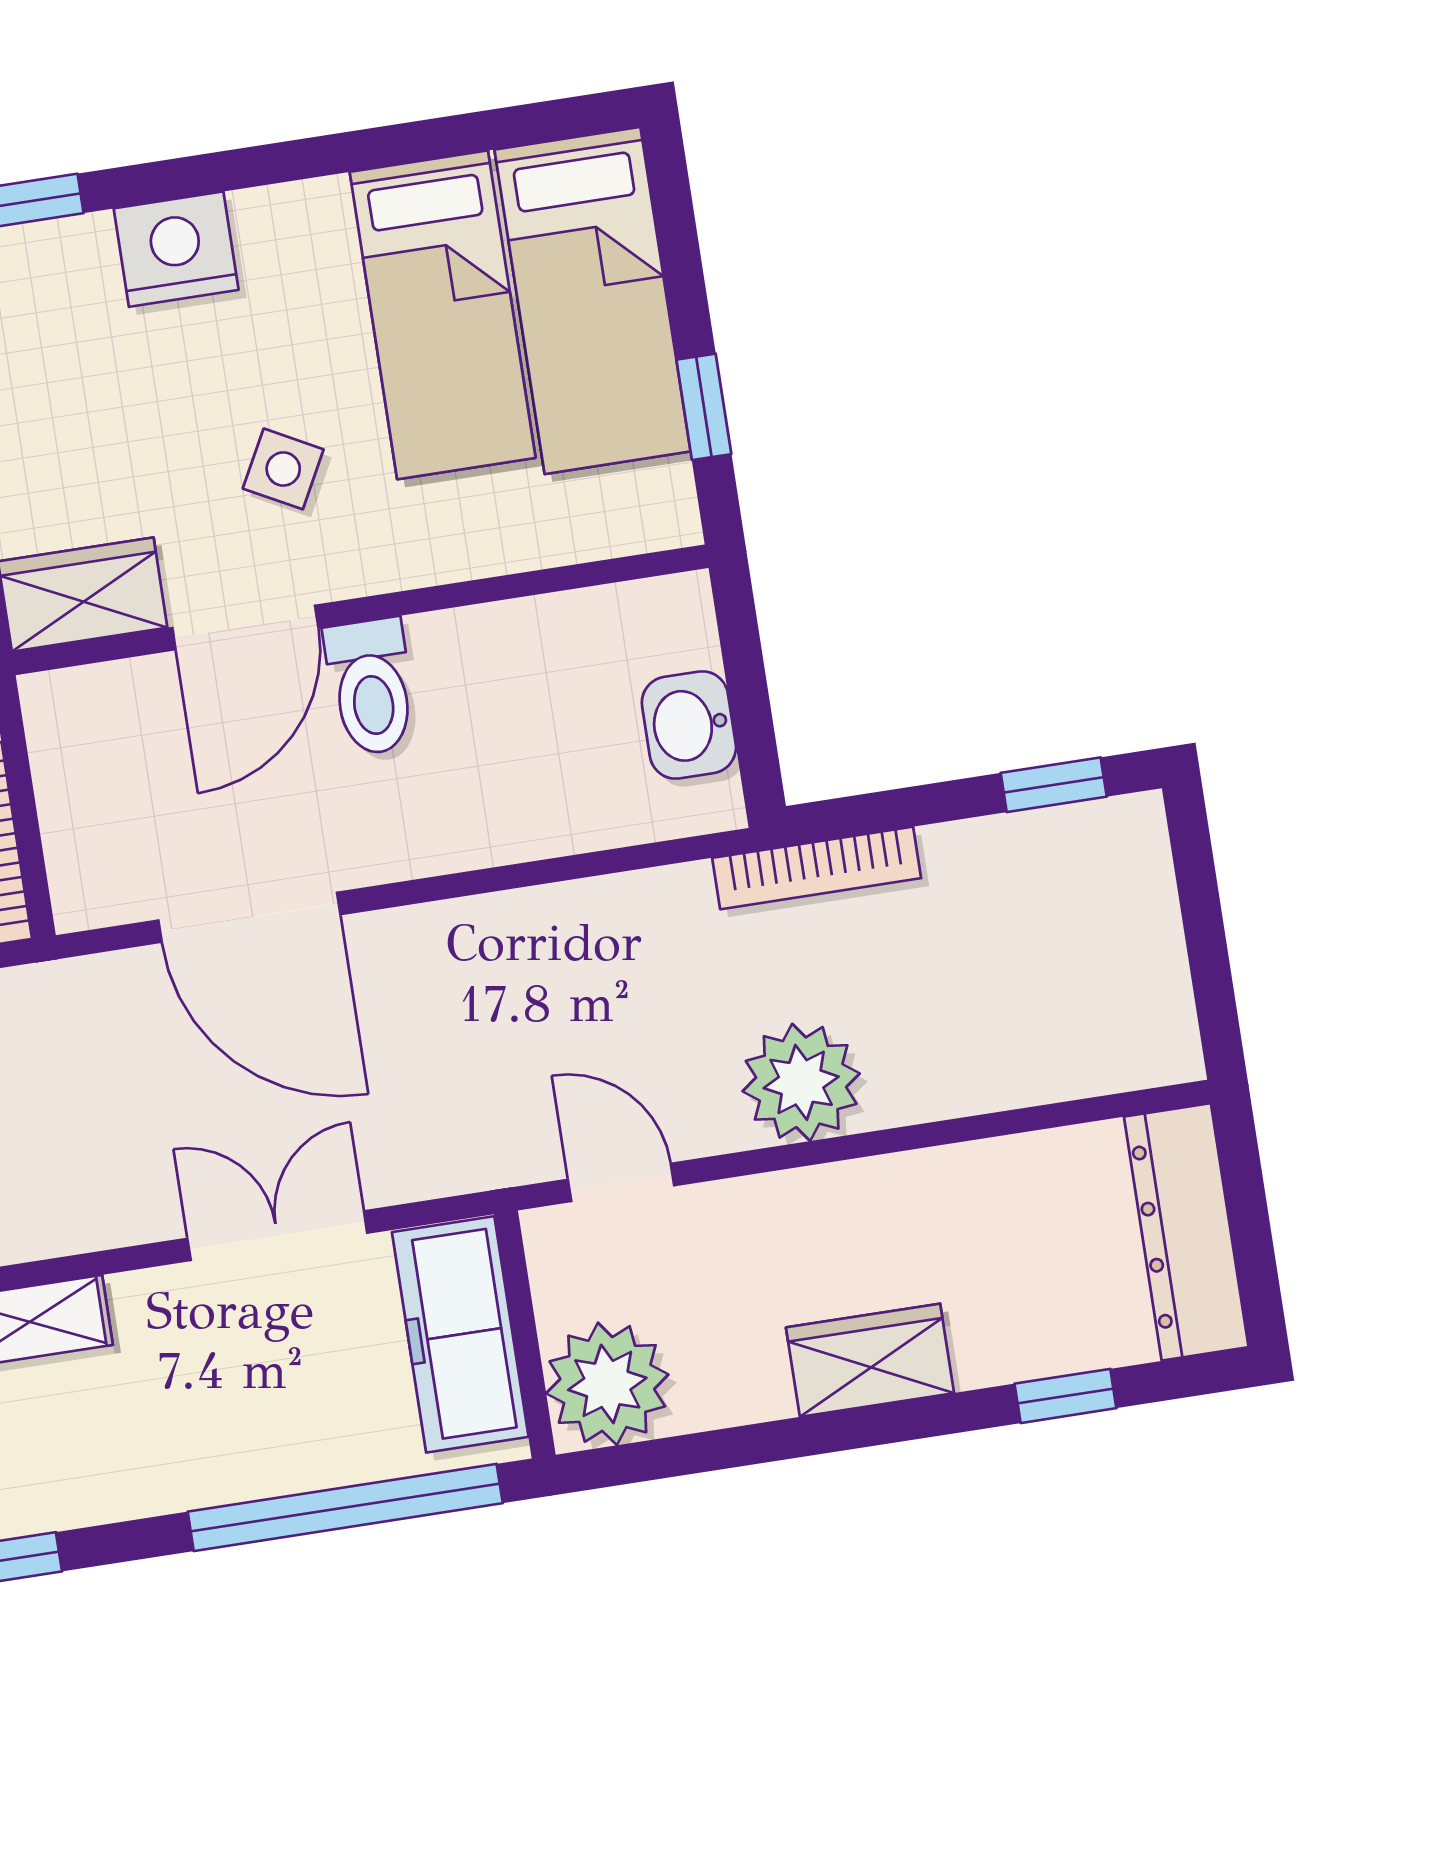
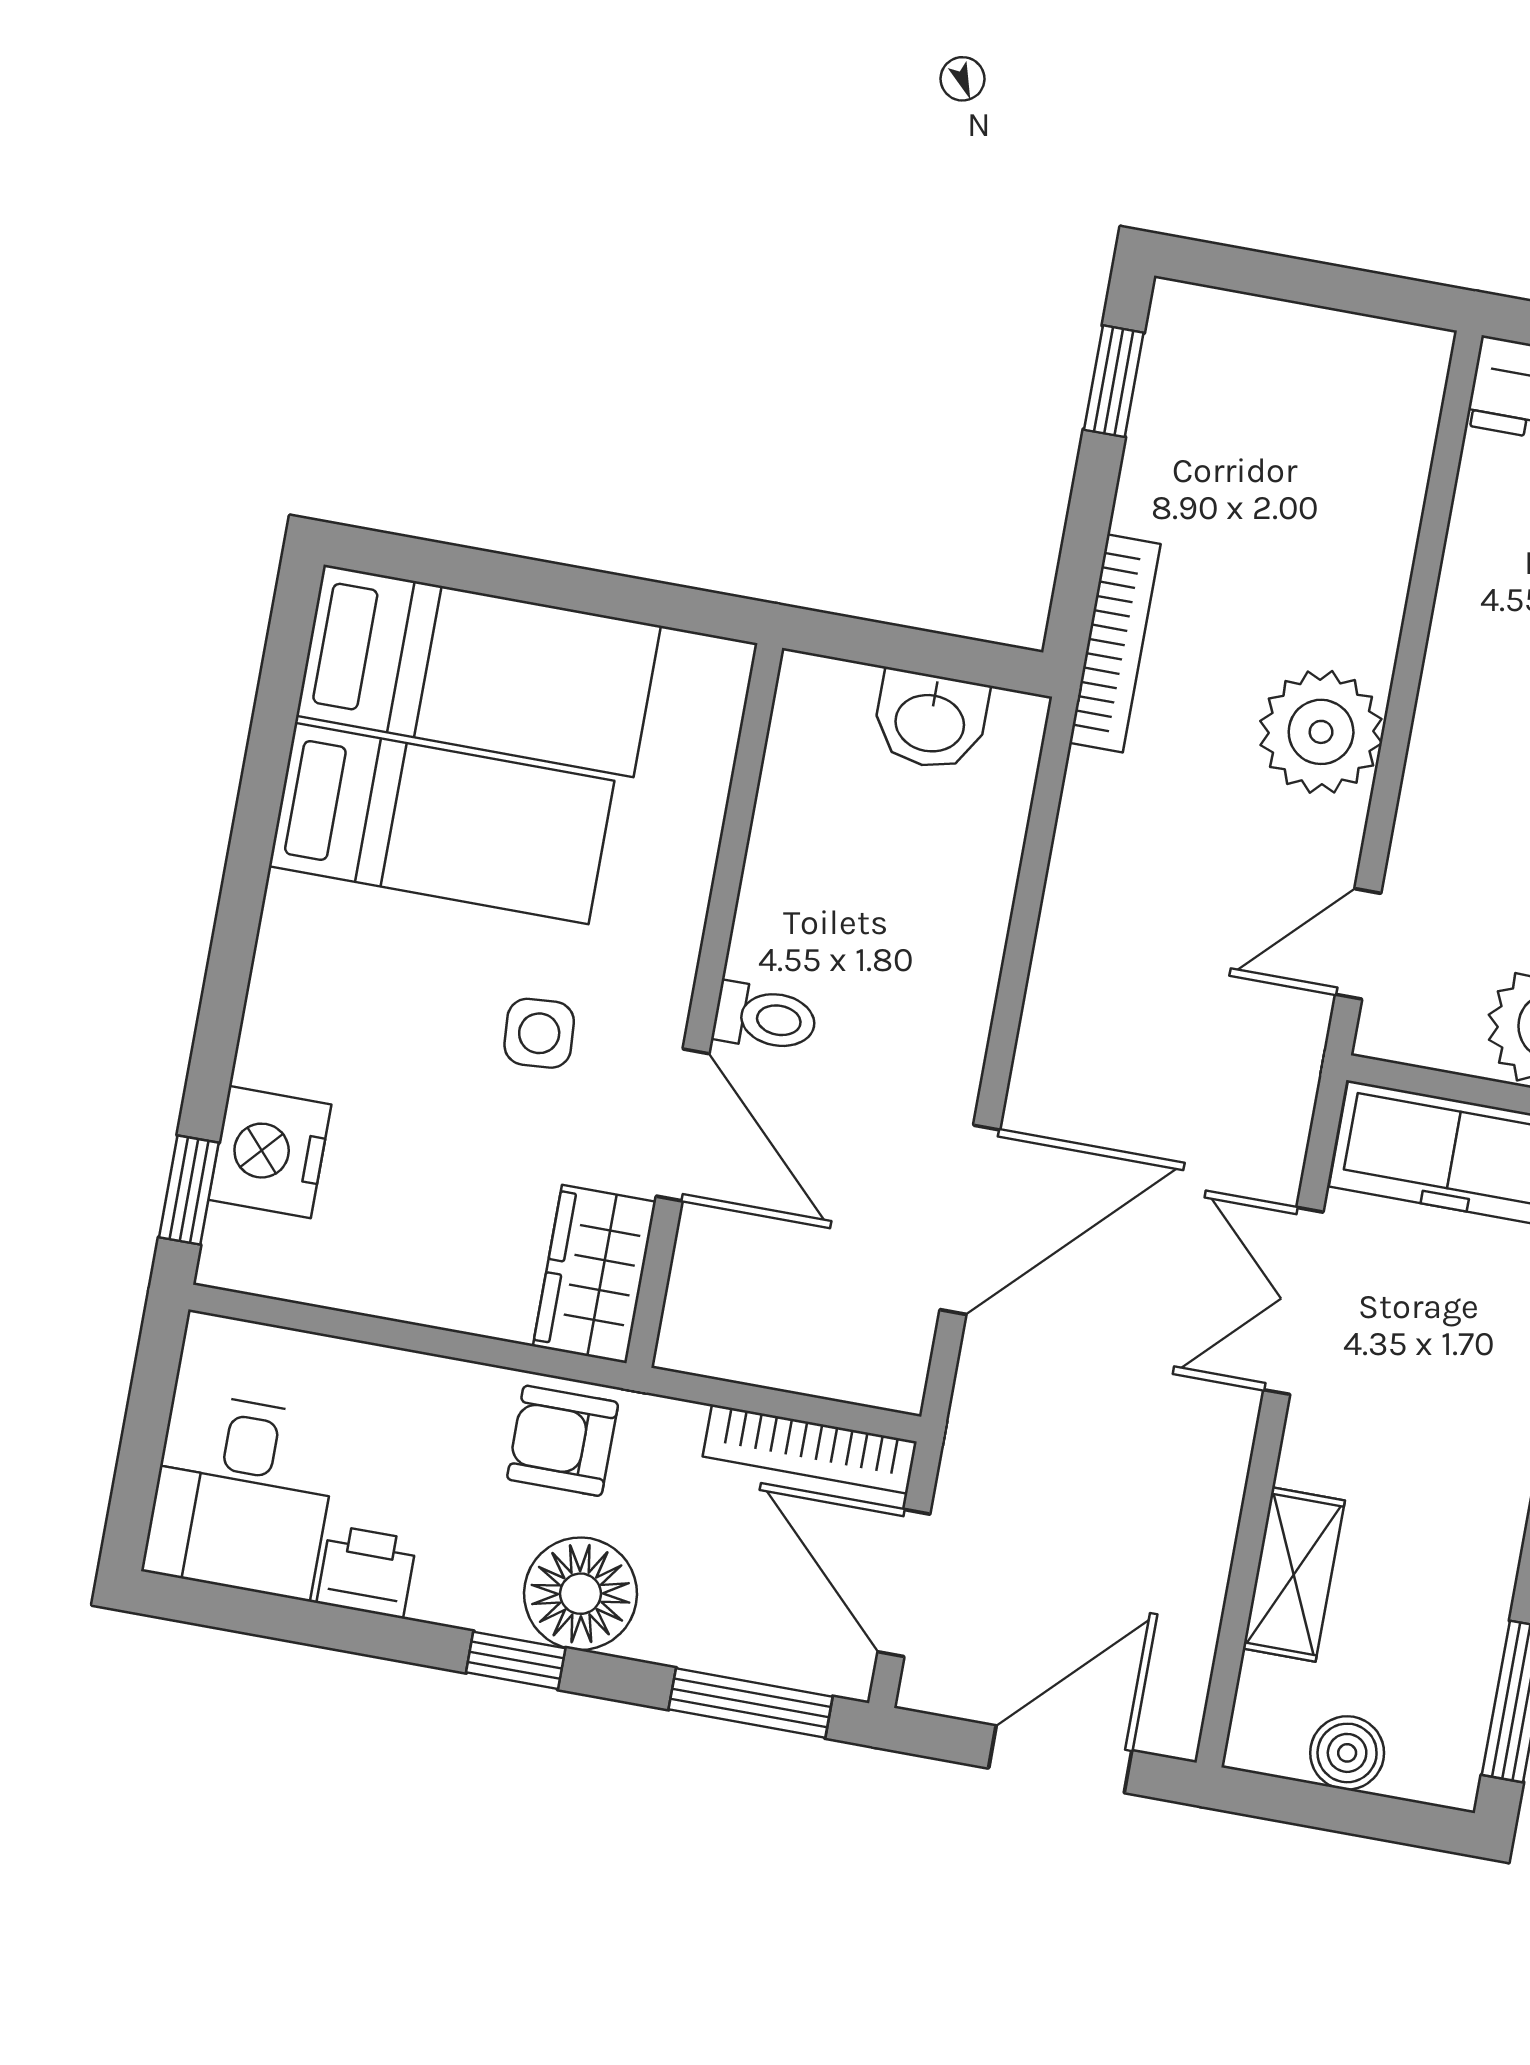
nightstand: (176, 249) -> (270, 1152), moved
window: (704, 407) -> (622, 597), removed
side table: (283, 469) -> (539, 1033), turned -32
toilet: (371, 687) -> (765, 1018), width x0.73, depth x0.72

